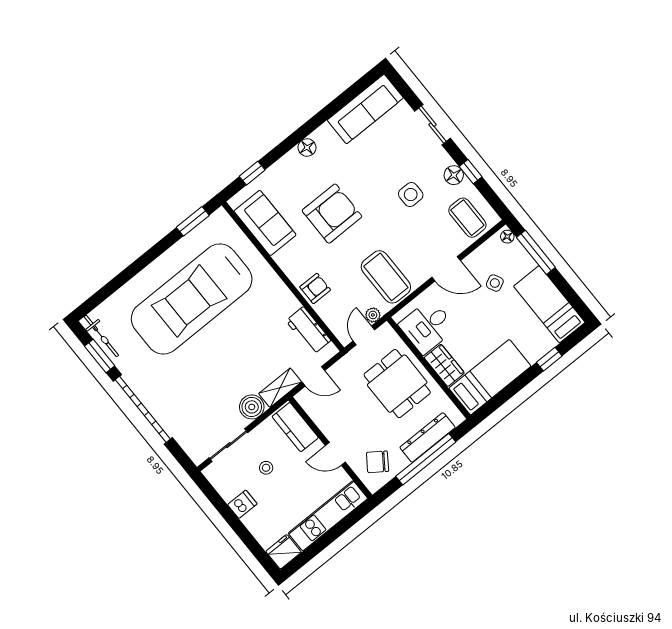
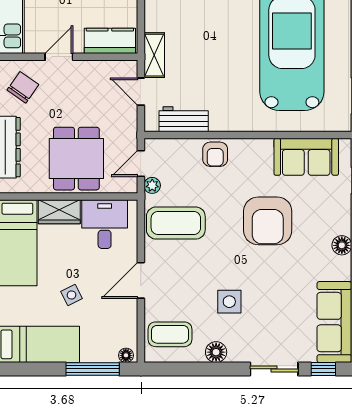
window: (471, 172) -> (323, 369), moved
side table: (495, 283) -> (72, 295), moved
door: (364, 335) -> (141, 163), swing flipped
door: (313, 376) -> (141, 92), hinge flipped
dining table: (397, 384) -> (76, 159), turned 90
boiler: (252, 407) -> (157, 17), removed

